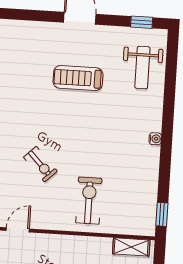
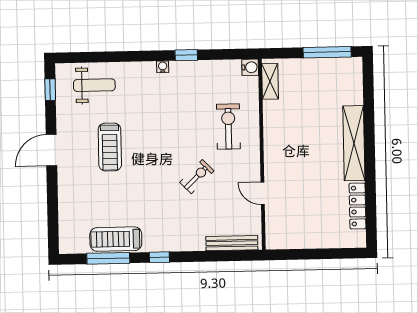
exercise bike: (89, 201) -> (228, 126), turned 90
window: (162, 214) -> (186, 55), moved
water cooler: (147, 228) -> (250, 67), added

